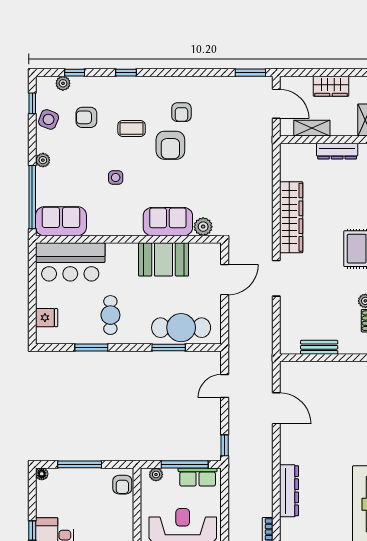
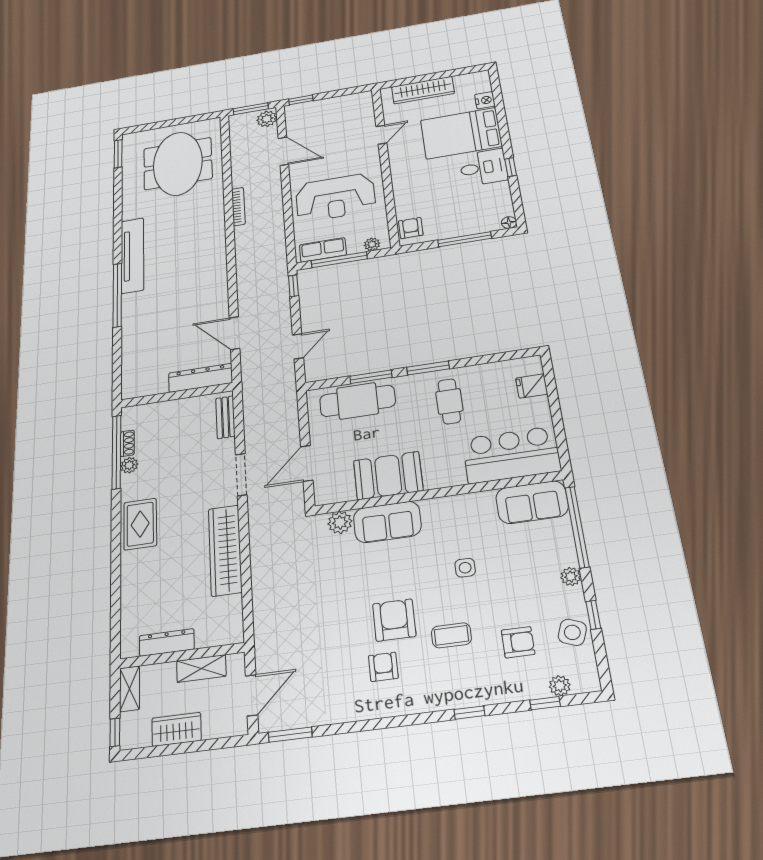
window: (32, 103) -> (593, 615), moved
door: (276, 104) -> (252, 695), swing flipped
window: (91, 347) -> (428, 368), moved
bench: (319, 347) -> (225, 417), moved, turned 90
dresser: (289, 491) -> (201, 378), moved, turned 90

